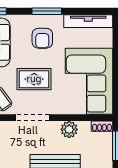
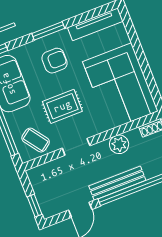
armchair: (42, 38) -> (55, 61), turned -90
doorway: (32, 118) -> (76, 147), width x0.73

